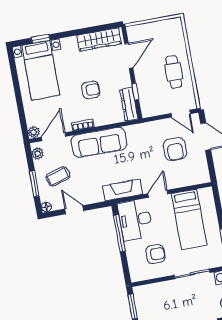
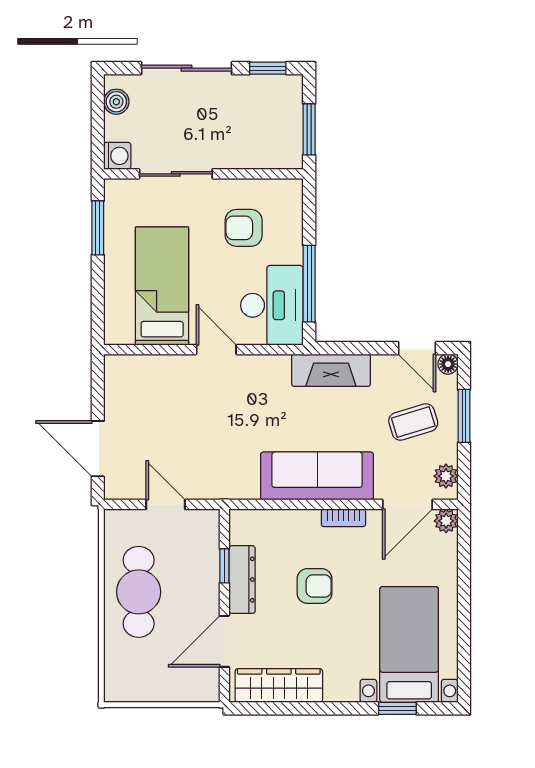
cafe table: (174, 72) -> (139, 592), width x1.37, depth x1.35
armchair: (91, 90) -> (315, 586), turned 180
dresser: (129, 104) -> (242, 580), moved
door: (181, 114) -> (166, 504), moved
armchair: (175, 149) -> (165, 434), removed
fireplace: (123, 190) -> (331, 370), moved
door: (158, 194) -> (216, 350), swing flipped
door: (74, 210) -> (417, 348), moved

